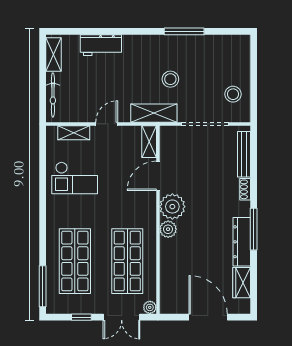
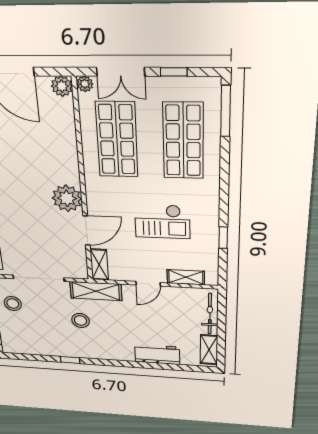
window: (184, 31) -> (70, 360), width x0.46
window: (43, 174) -> (223, 238), added
checkout: (75, 178) -> (162, 222), moved, turned 180
plant: (168, 229) -> (62, 86), moved
double door: (122, 317) -> (121, 72), swing flipped

